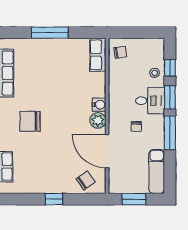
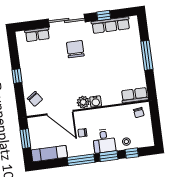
door: (107, 151) -> (60, 113), swing flipped

